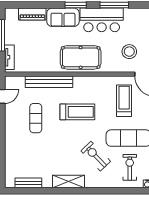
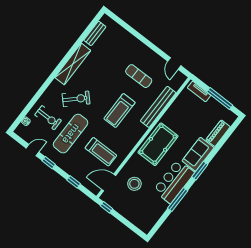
shelving: (68, 181) -> (73, 64), width x1.47

